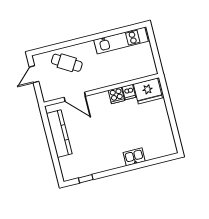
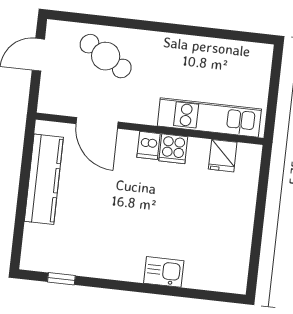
kitchen unit: (121, 41) -> (209, 118), moved, turned 180
fridge: (148, 91) -> (223, 156), width x0.53, depth x0.75
dishwasher: (129, 92) -> (148, 145), moved

